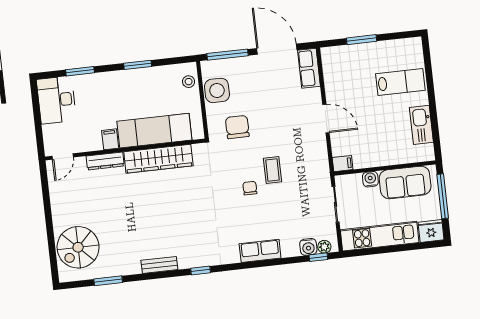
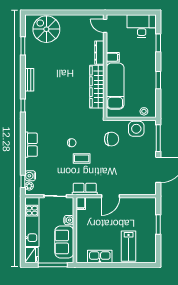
row of seats: (309, 68) -> (85, 189), moved

